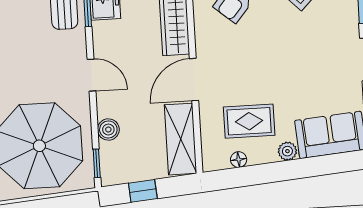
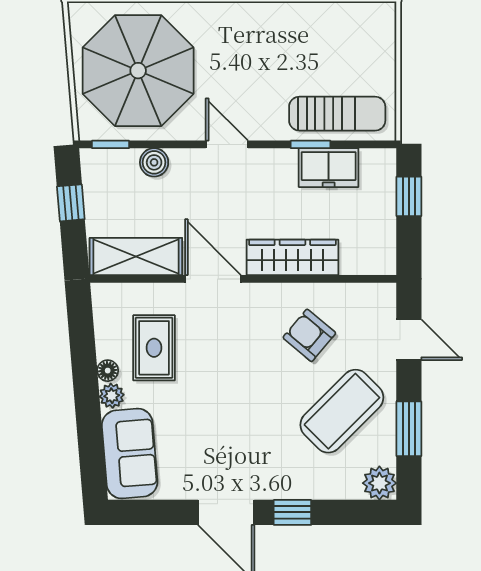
door: (91, 75) -> (227, 144), swing flipped
floor lamp: (239, 160) -> (108, 371), moved

